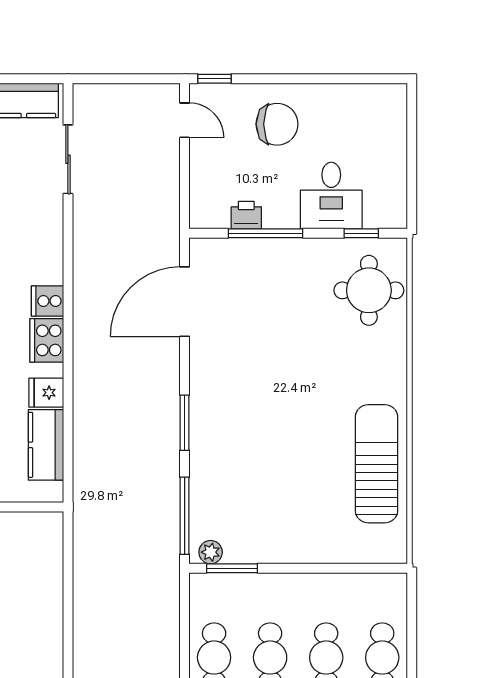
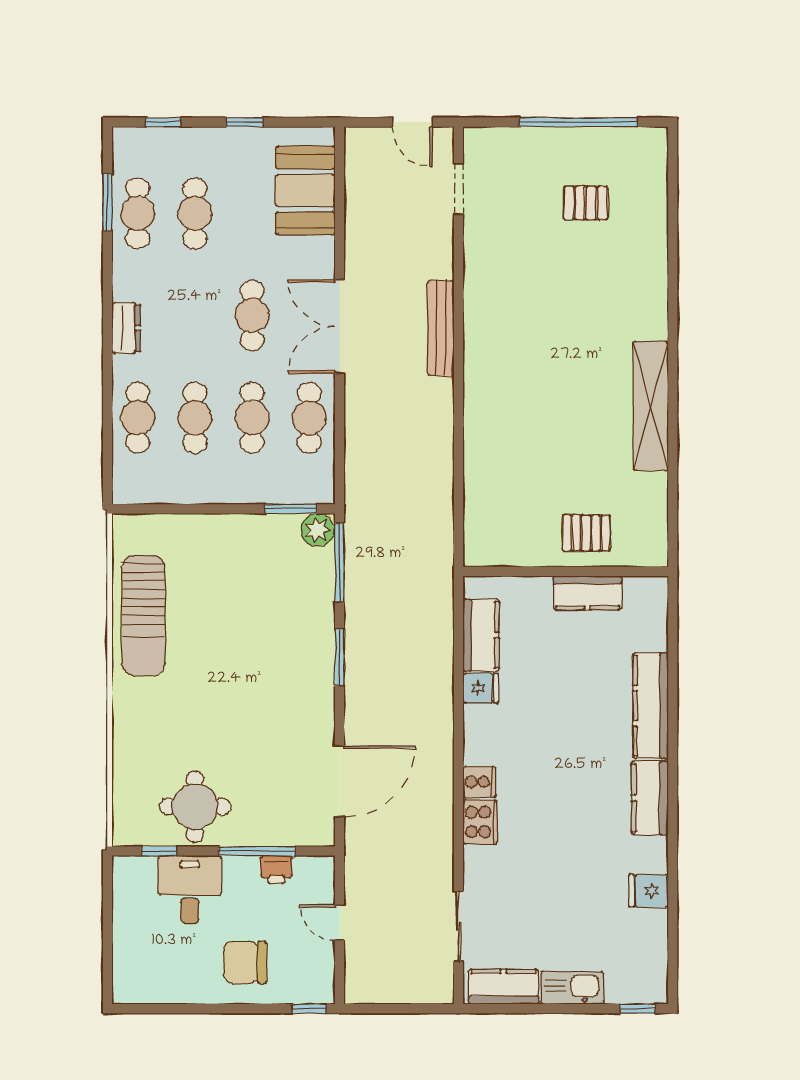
door: (185, 120) -> (340, 923), moved
round table: (369, 290) -> (195, 807), moved
cooker: (47, 340) -> (480, 822), moved
plant: (211, 552) -> (317, 530), width x1.38, depth x1.38

